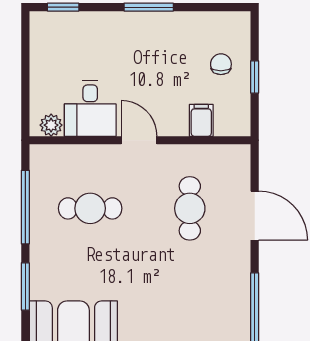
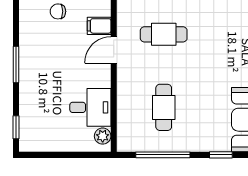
door: (139, 140) -> (114, 50), moved
window: (25, 286) -> (221, 155), width x0.67

